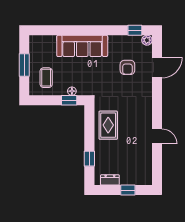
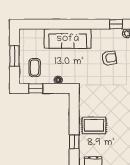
armchair: (127, 67) -> (109, 58), turned -98
window: (69, 100) -> (36, 88), moved
rug: (108, 125) -> (94, 125), moved, turned 90

